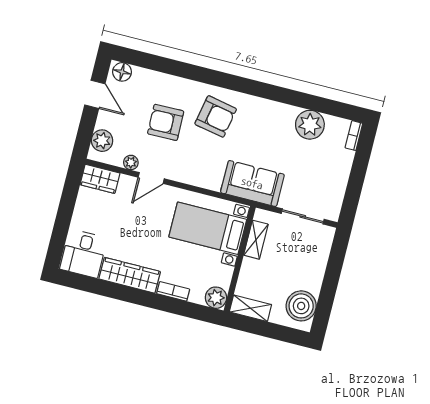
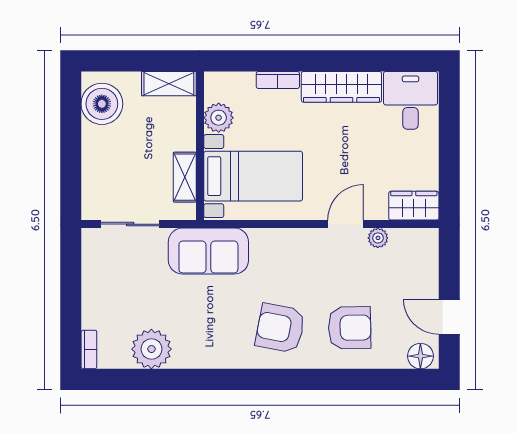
armchair: (166, 122) -> (350, 328), moved
plant: (102, 141) -> (424, 257), removed
plant: (216, 298) -> (219, 118), moved

